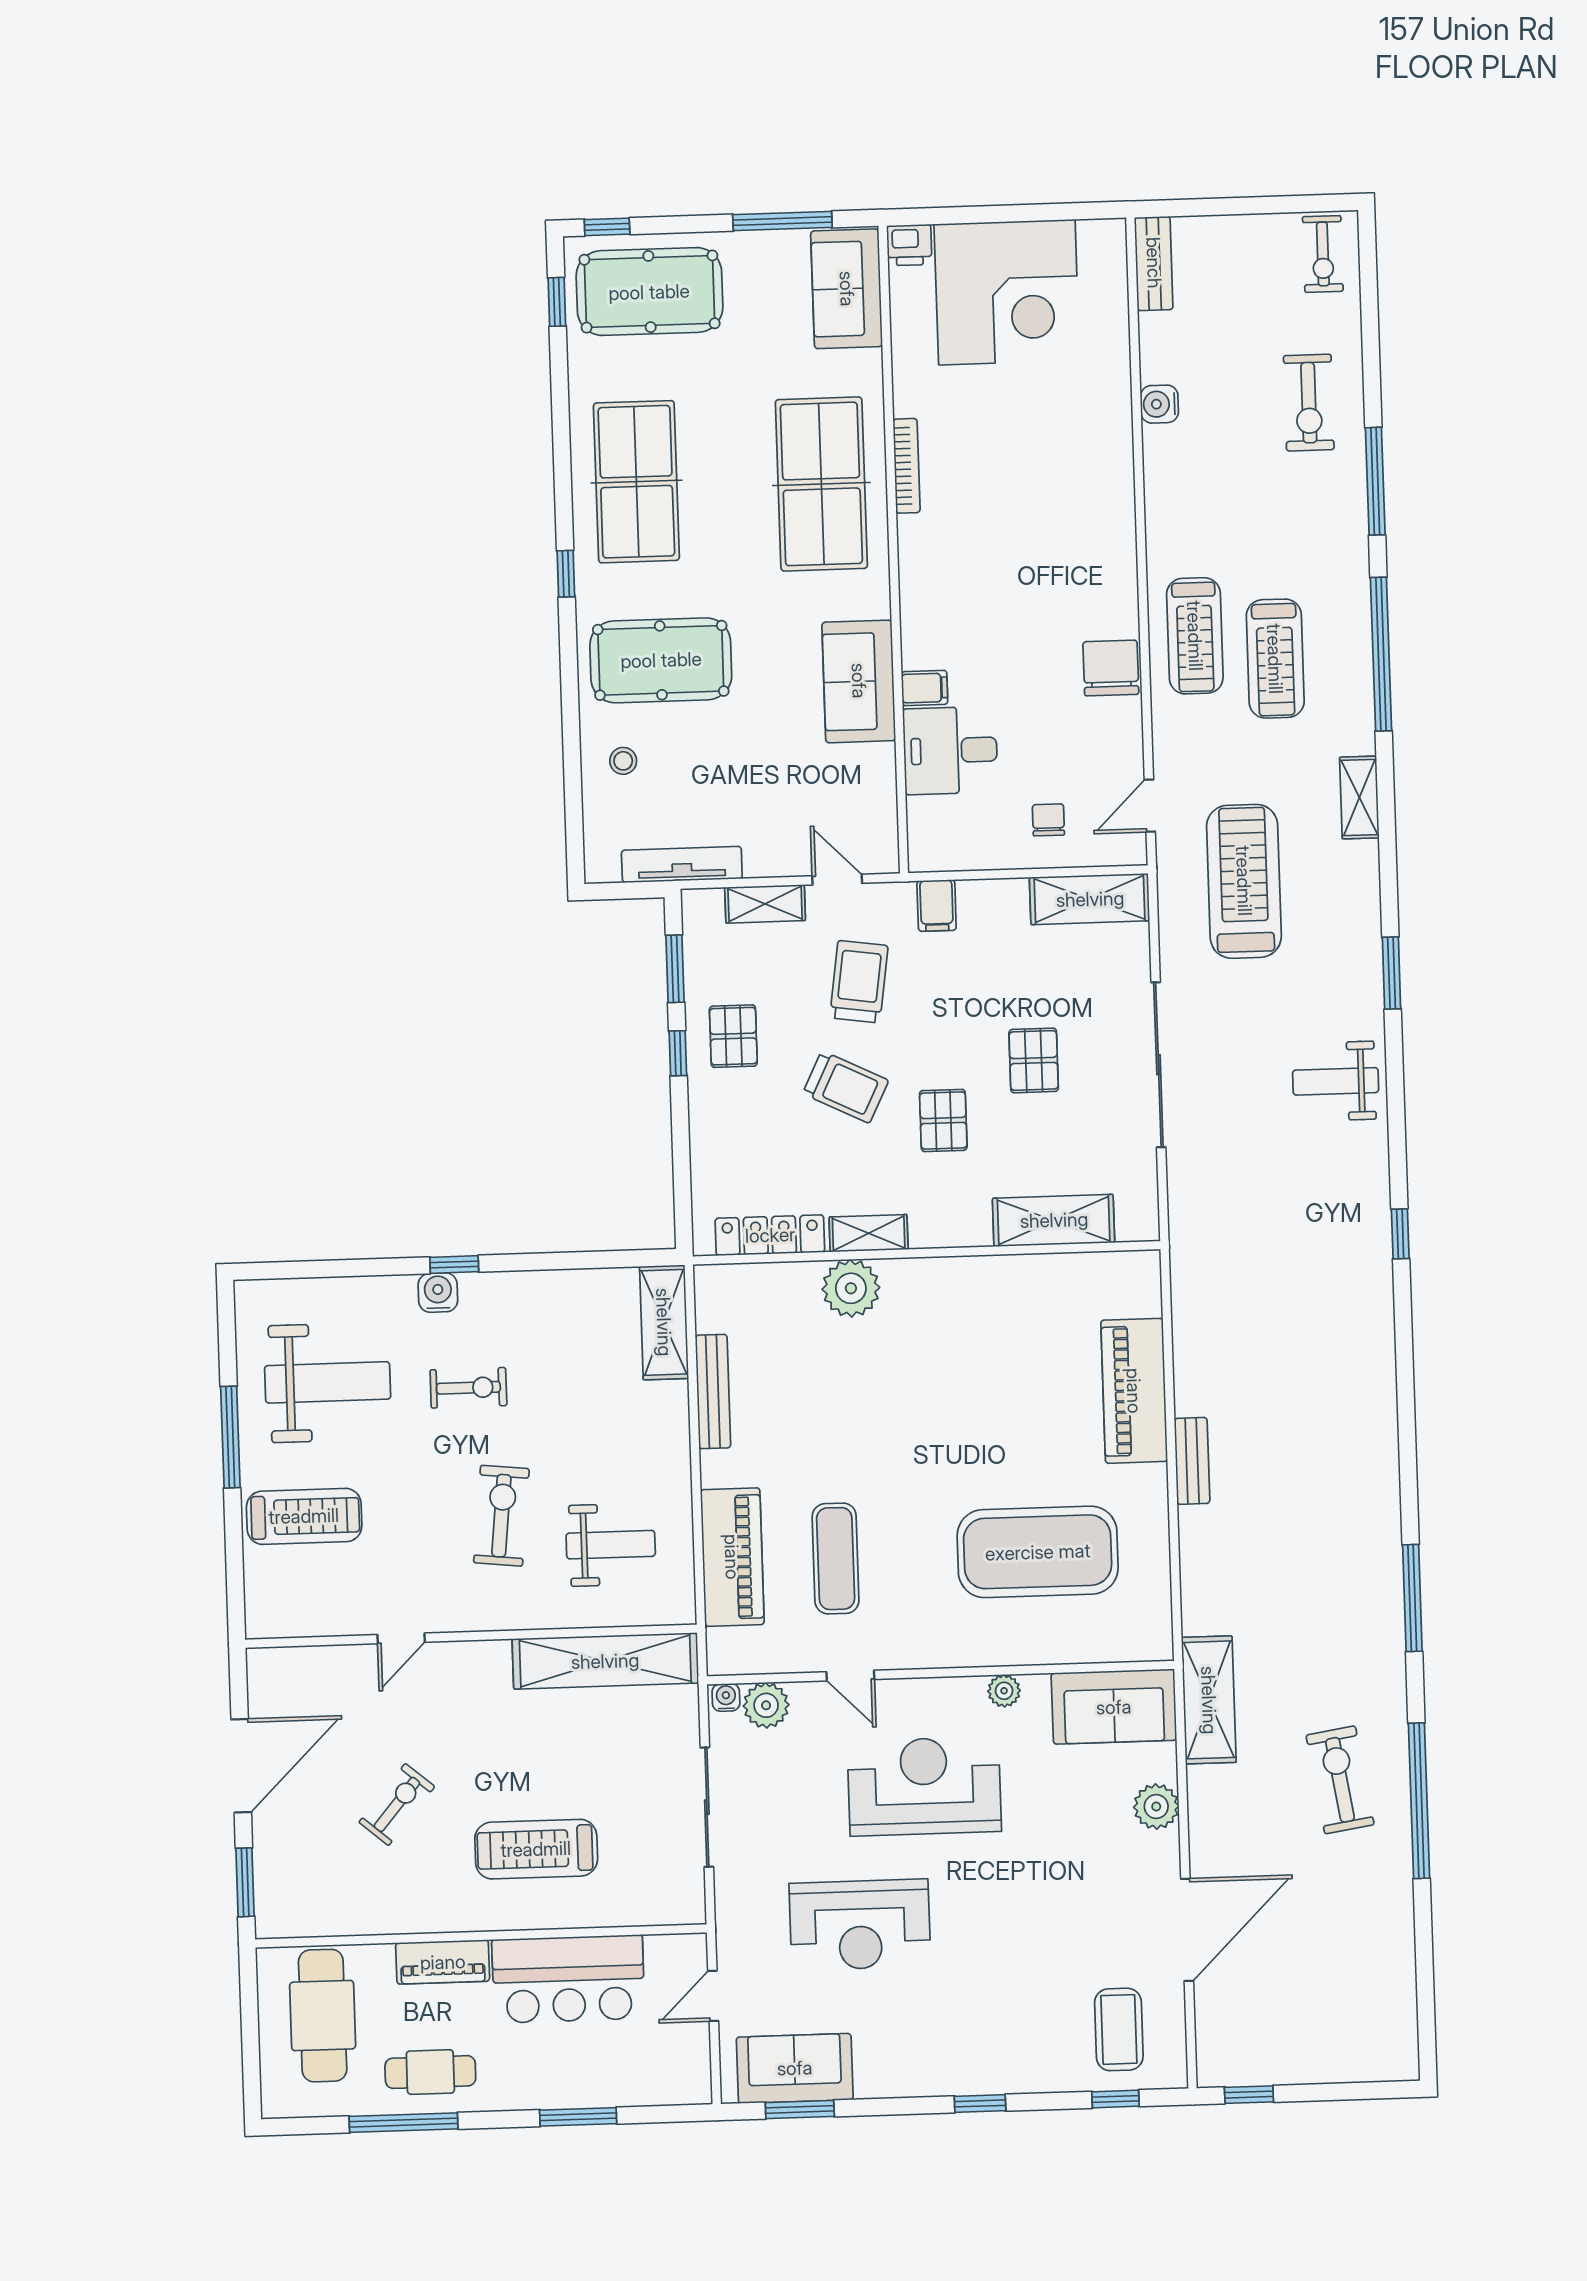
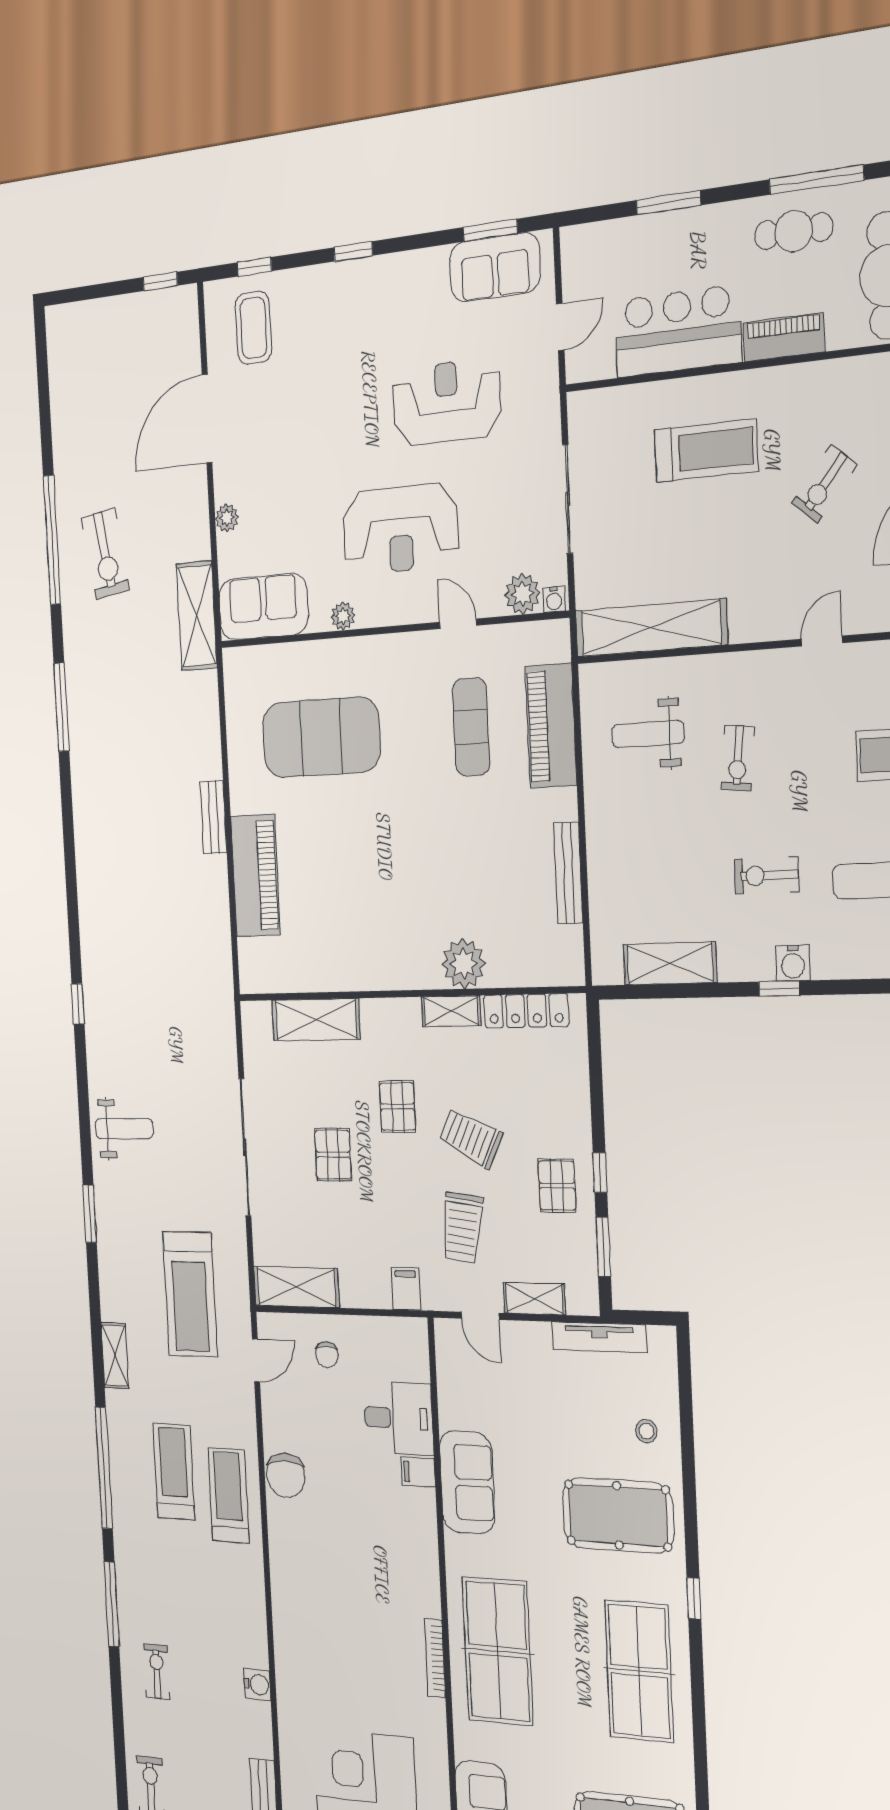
exercise bike: (1309, 403) -> (157, 1672), width x0.73, depth x0.72
shelving: (664, 1322) -> (670, 963), moved, turned 90
exercise bike: (501, 1516) -> (738, 758), width x0.73, depth x0.72
plant: (1156, 1807) -> (227, 518), width x0.73, depth x0.73

